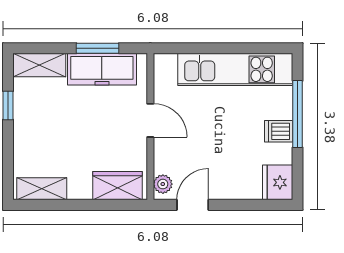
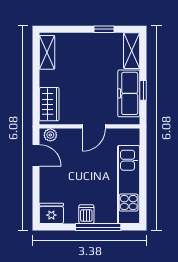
window: (98, 48) -> (143, 90), width x0.67

